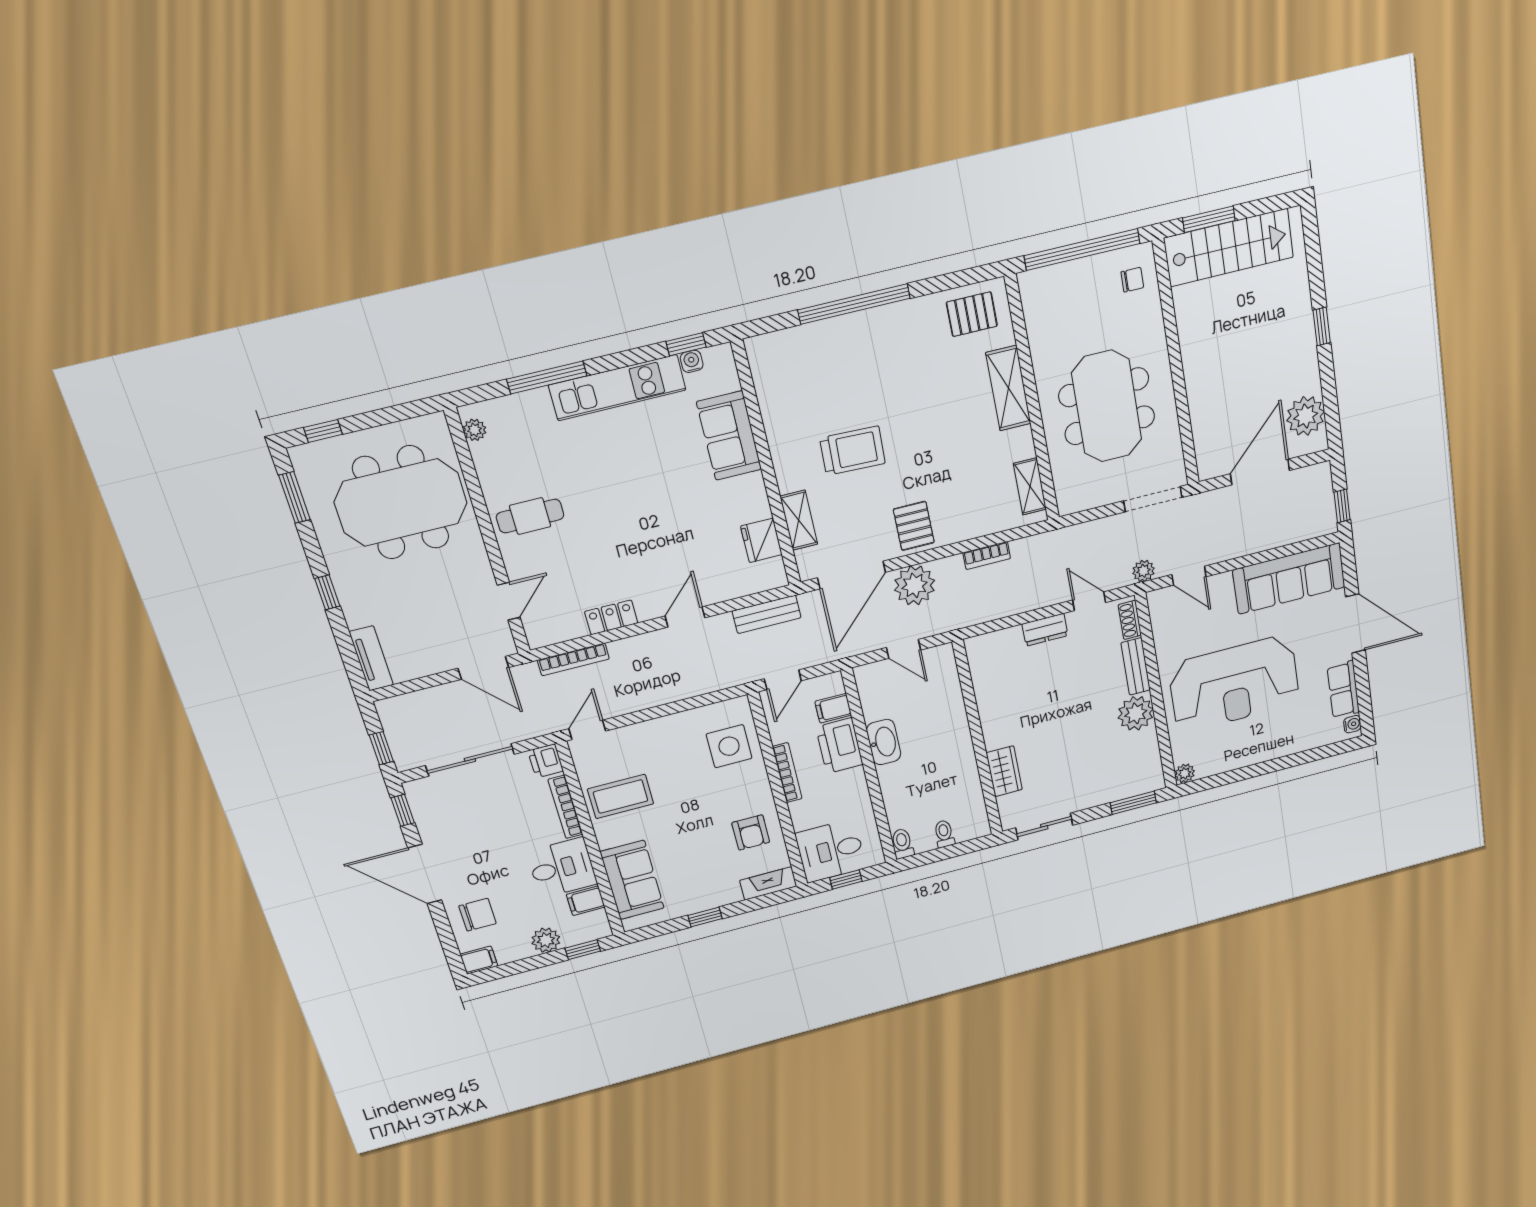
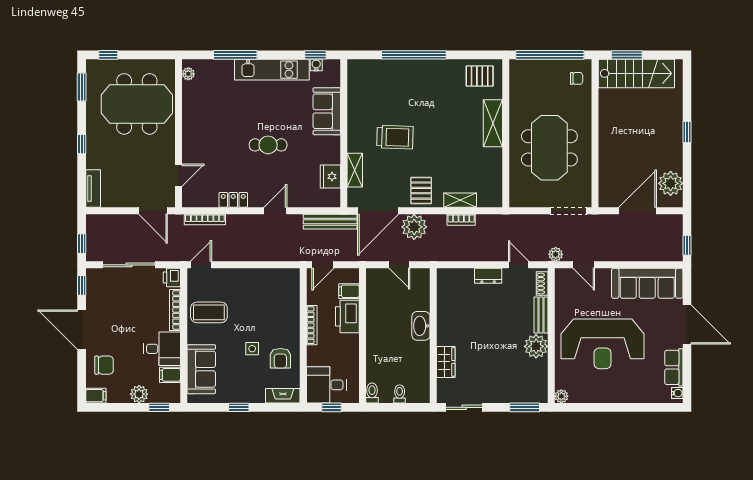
shelving: (1030, 486) -> (460, 200), moved, turned 90
cafe table: (530, 516) -> (268, 145), moved
bench: (767, 614) -> (330, 222), width x1.36
washbasin: (884, 742) -> (421, 326), moved, turned 180
side table: (729, 746) -> (252, 349), moved, width x0.54, depth x0.54

